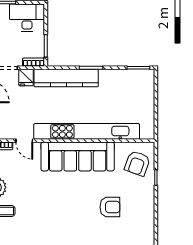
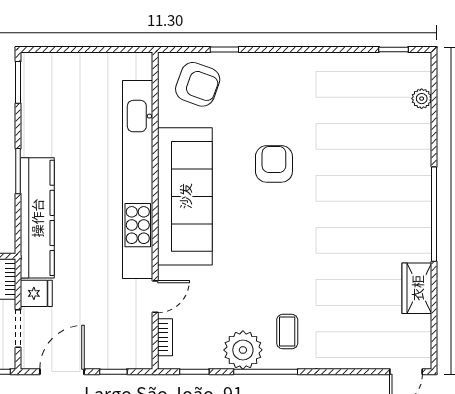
armchair: (110, 207) -> (274, 164), moved

